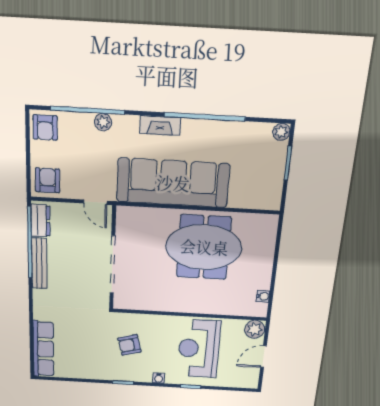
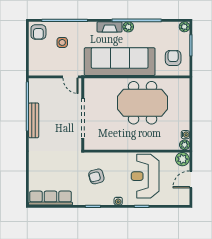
plant: (103, 122) -> (128, 27), moved
side table: (83, 147) -> (62, 42), added
armchair: (48, 180) -> (173, 58), moved
dresser: (40, 221) -> (35, 91), removed
plant: (260, 310) -> (185, 145), added
row of seats: (43, 349) -> (51, 198), moved, turned -90

